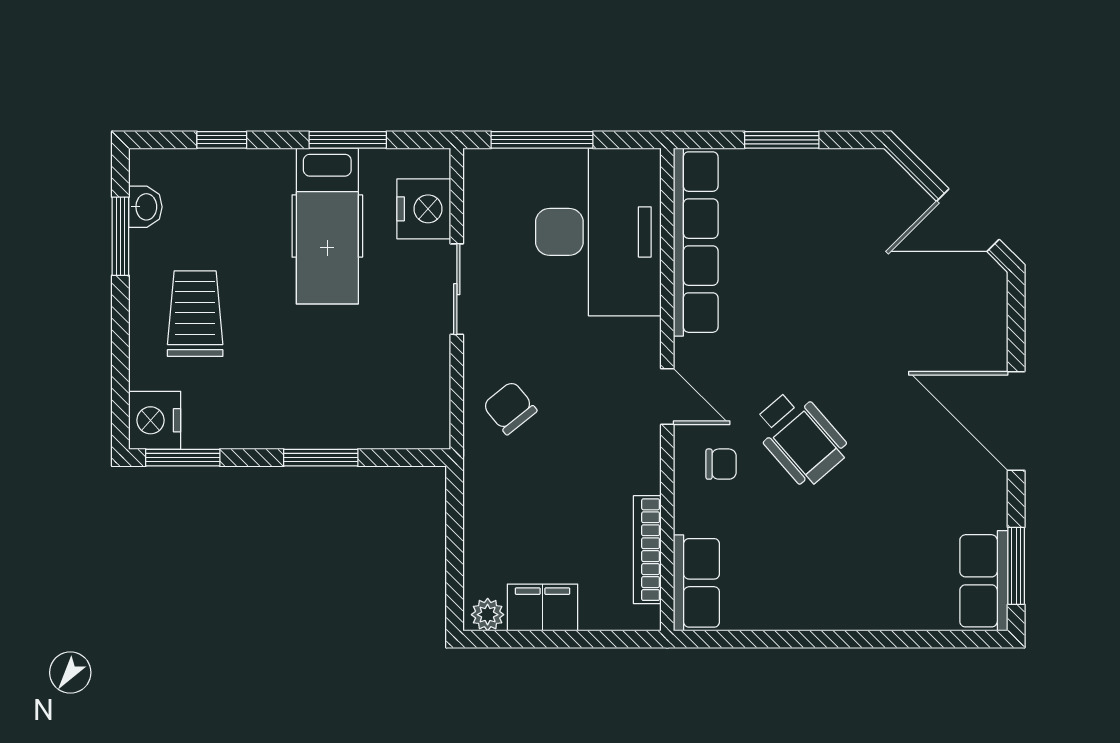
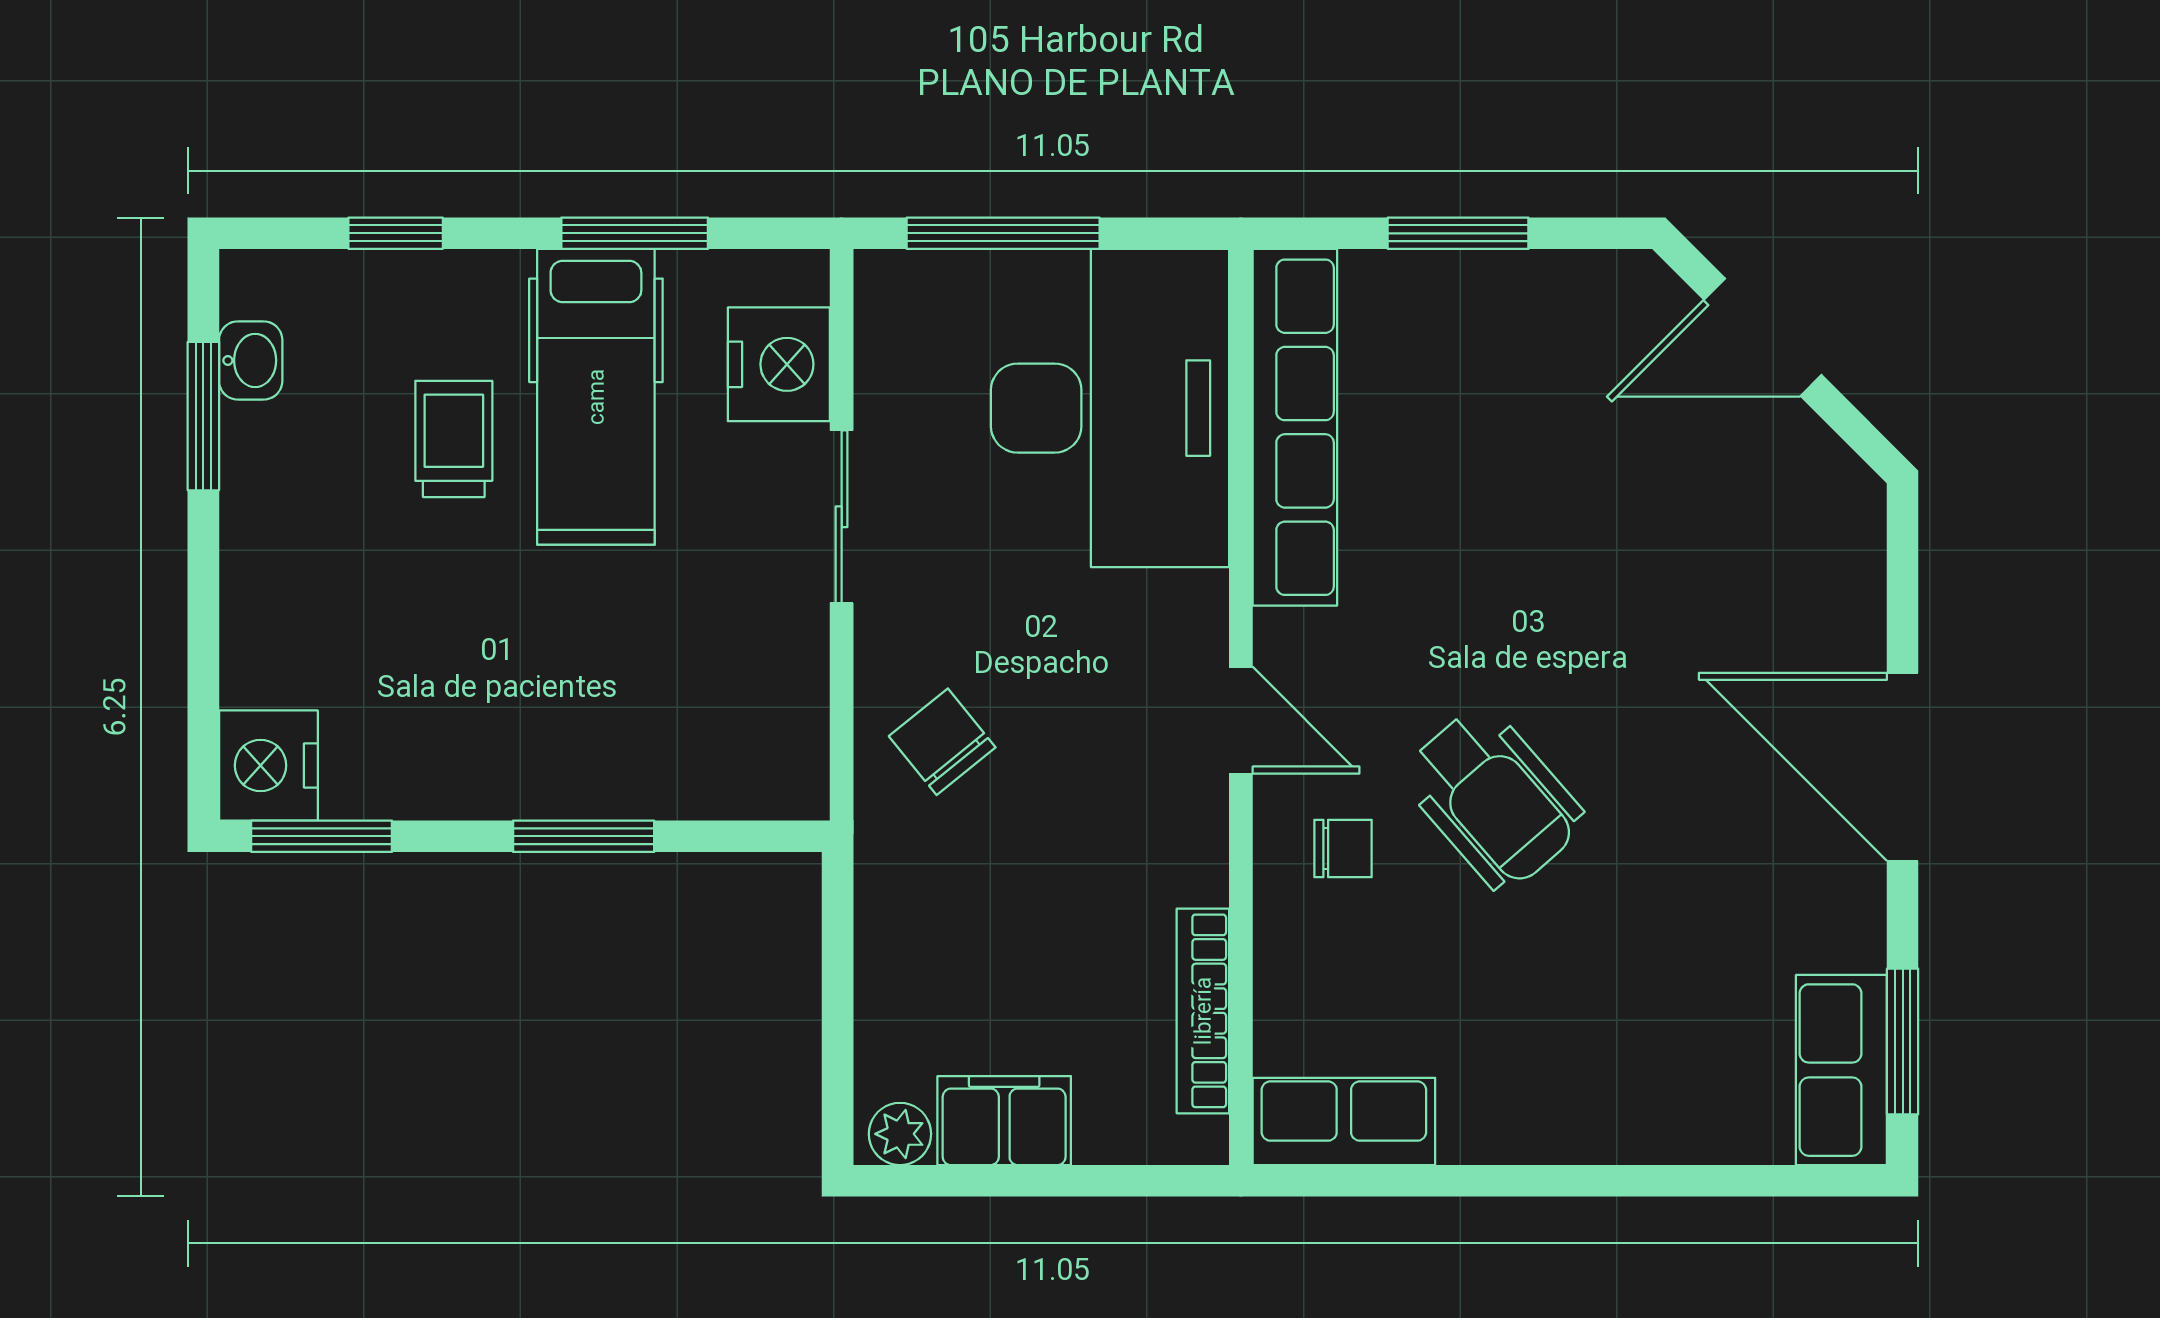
door: (968, 220) -> (1763, 337), moved
trolley: (195, 314) -> (454, 439), moved, width x0.73, depth x0.72
row of seats: (696, 583) -> (1344, 1121), moved, turned -90

